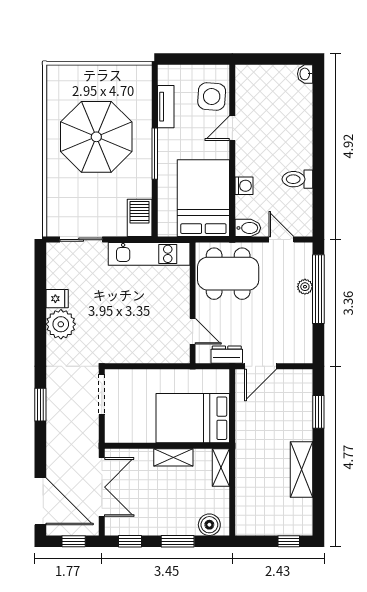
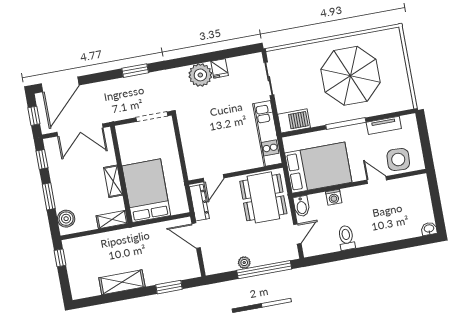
plant: (305, 287) -> (244, 263), moved
dresser: (227, 355) -> (199, 203), width x1.44
window: (289, 541) -> (60, 258), moved

